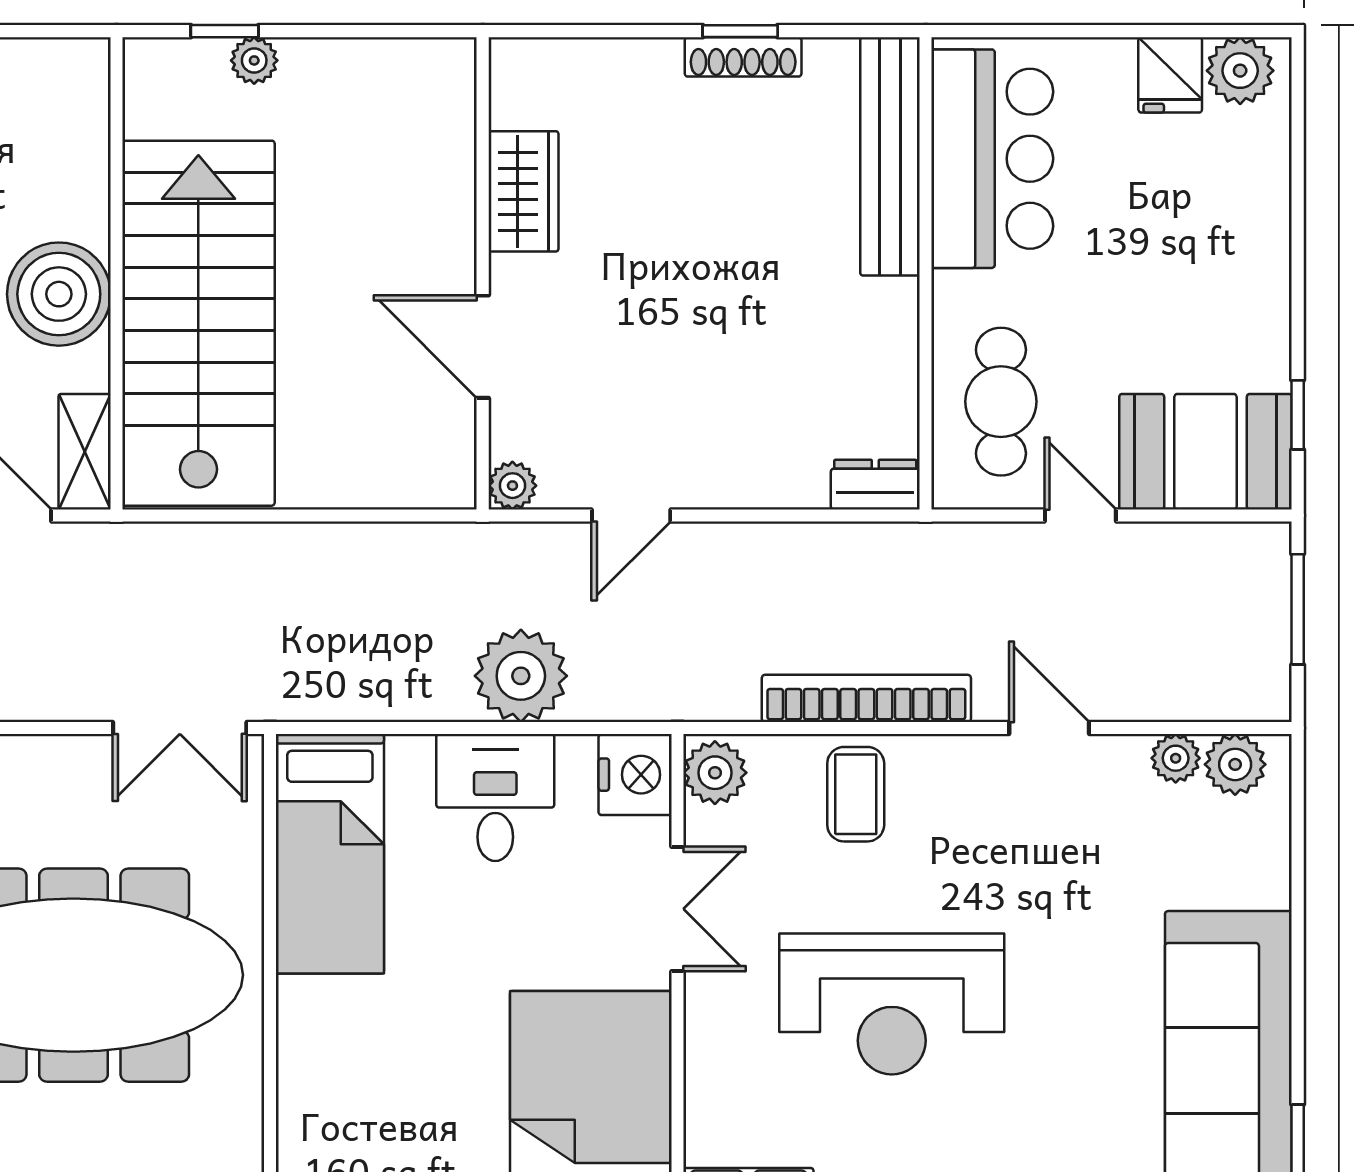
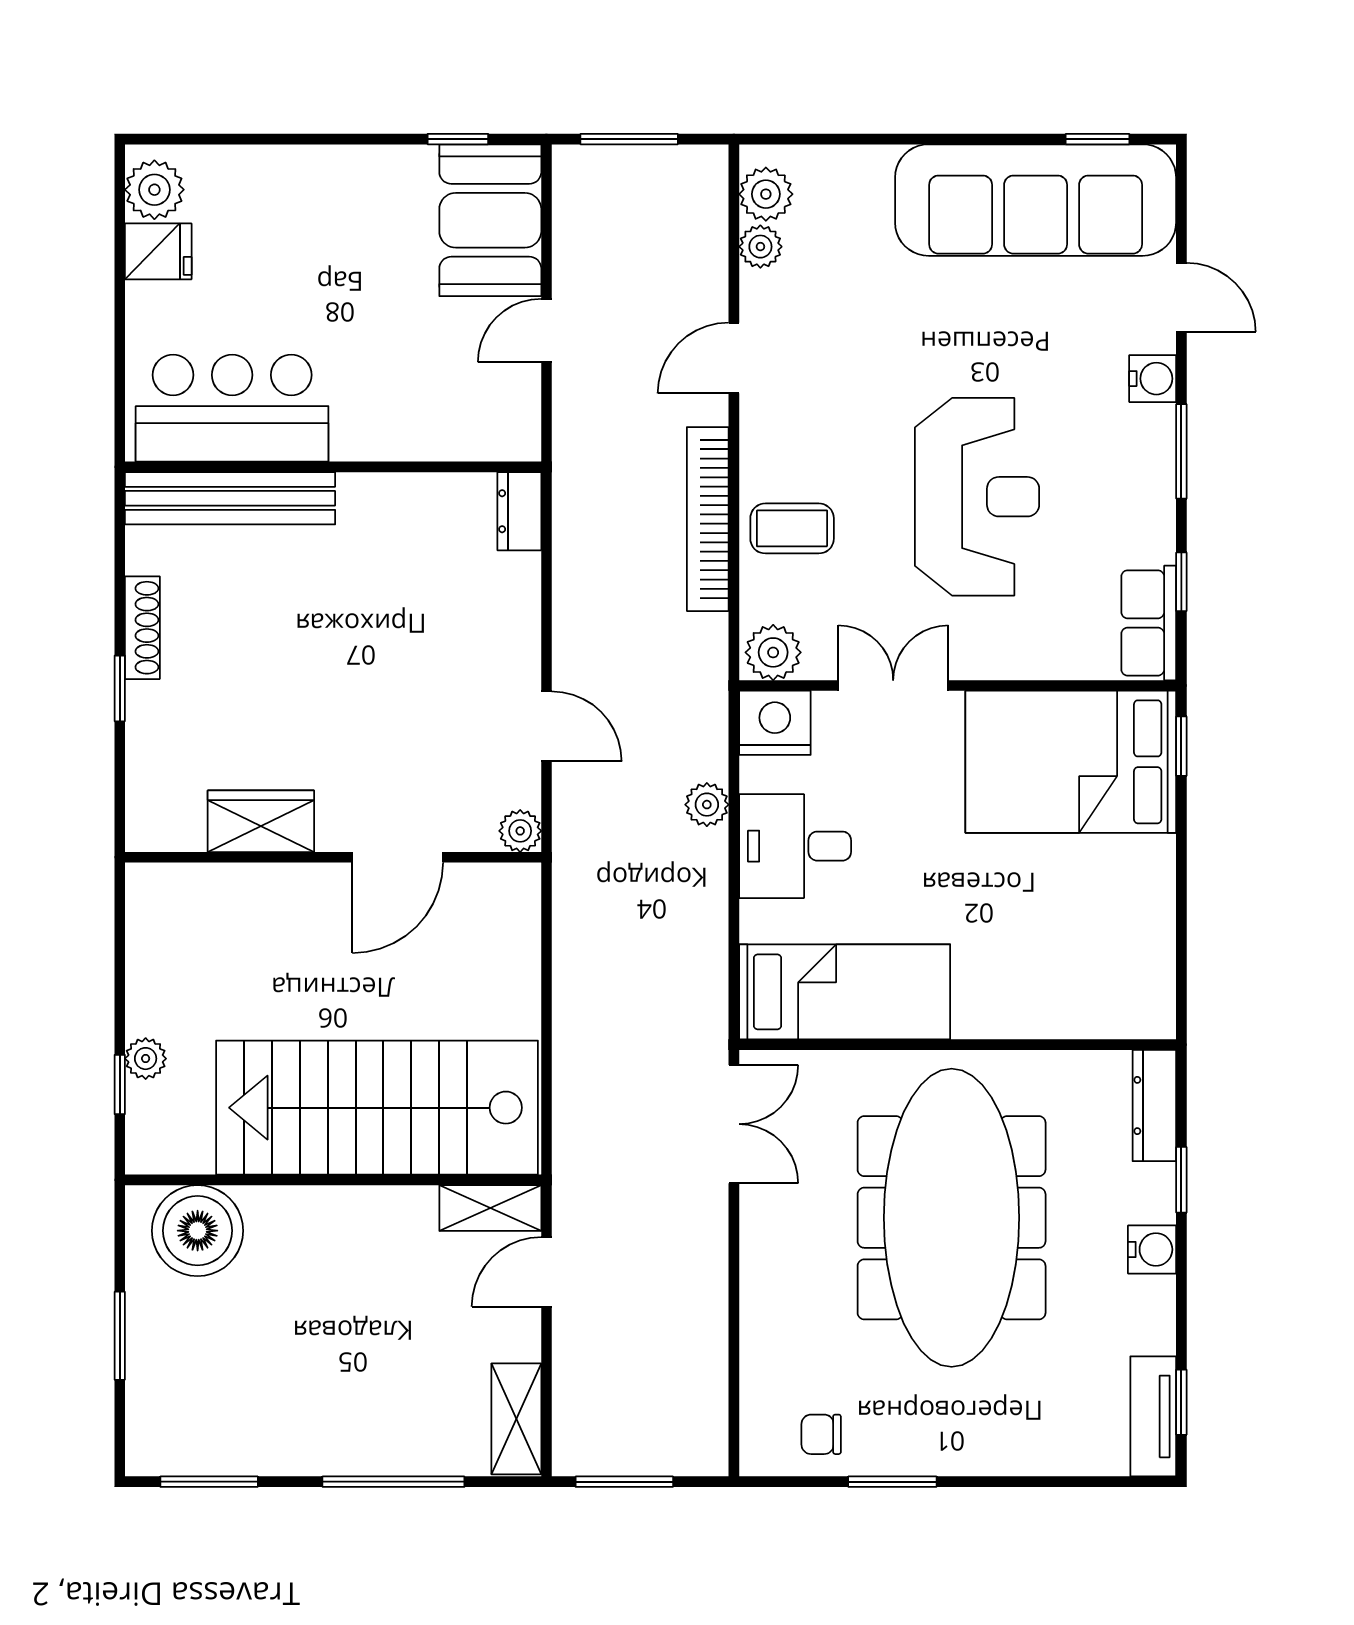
window: (740, 31) -> (120, 688), moved
boiler: (59, 294) -> (198, 1231), moved
cafe table: (1001, 402) -> (446, 400), removed
plant: (521, 676) -> (707, 805), width x0.53, depth x0.53

